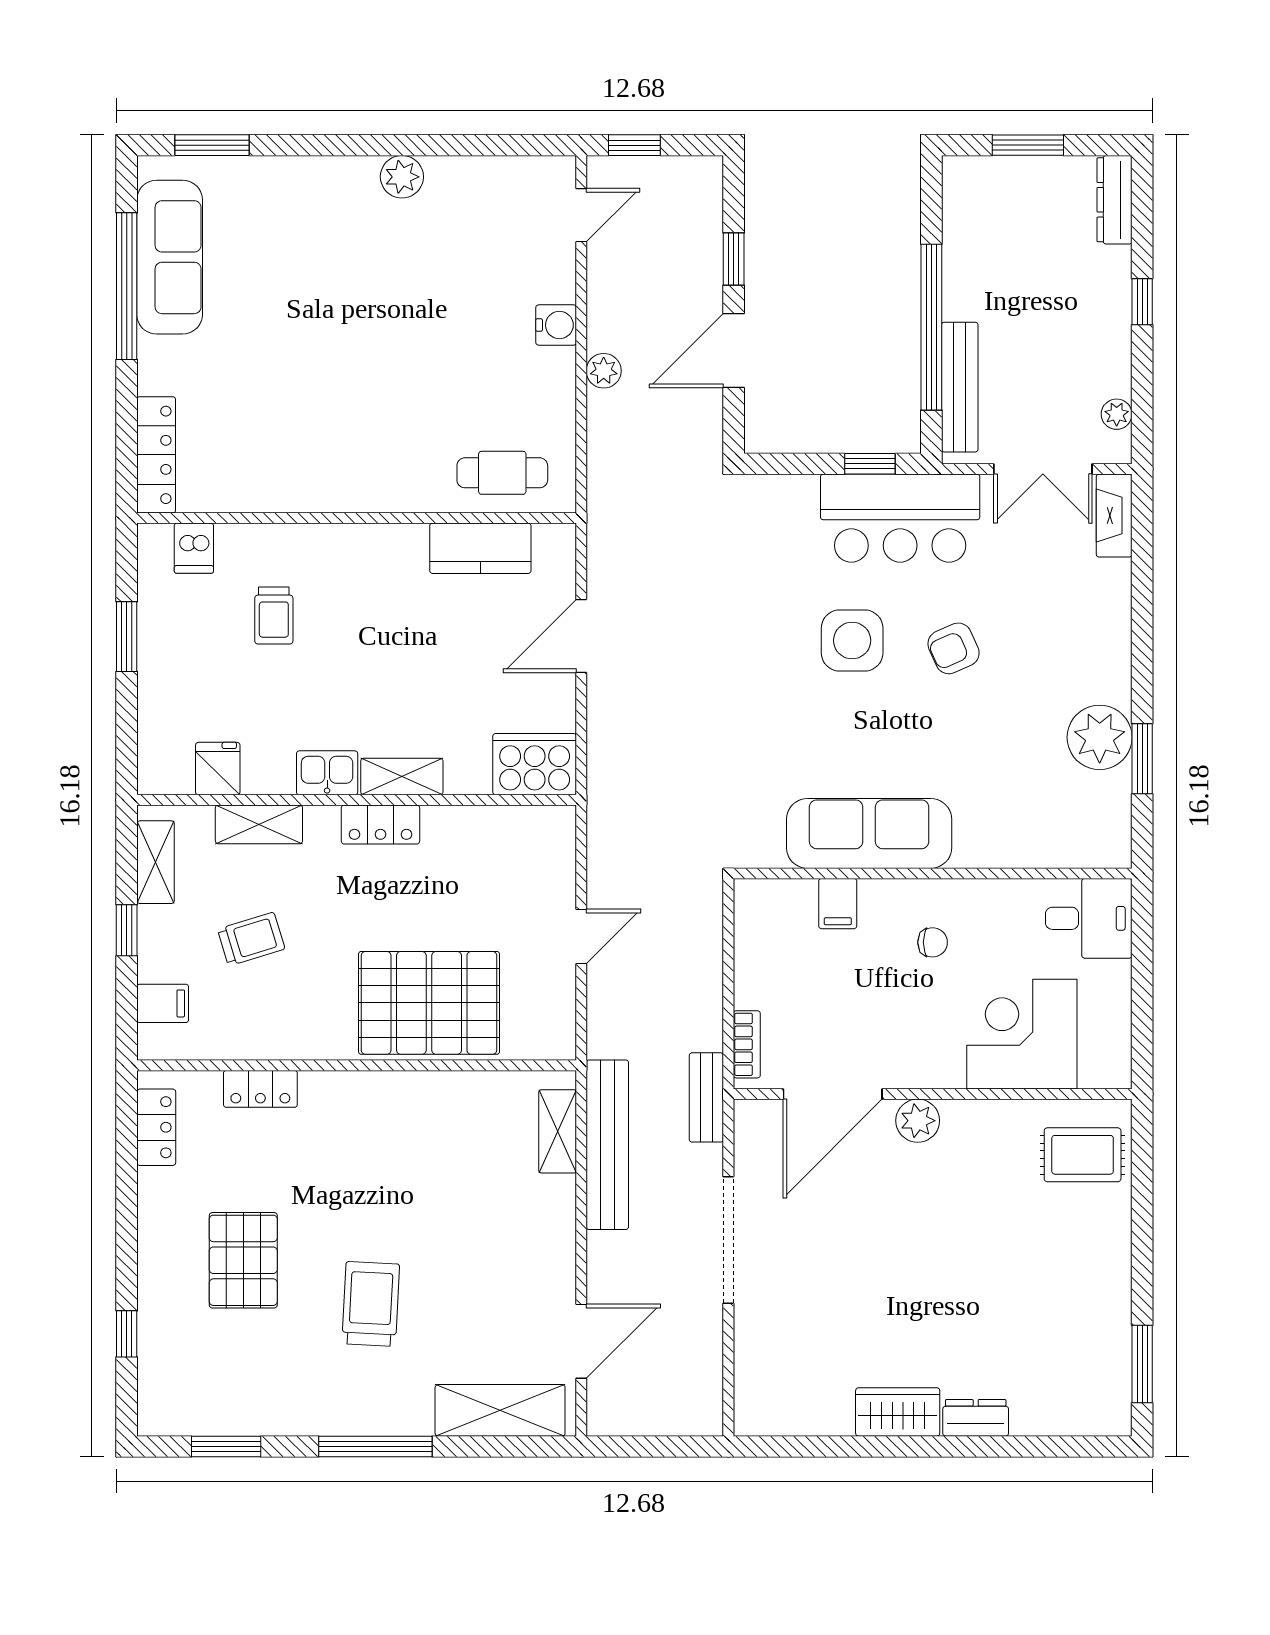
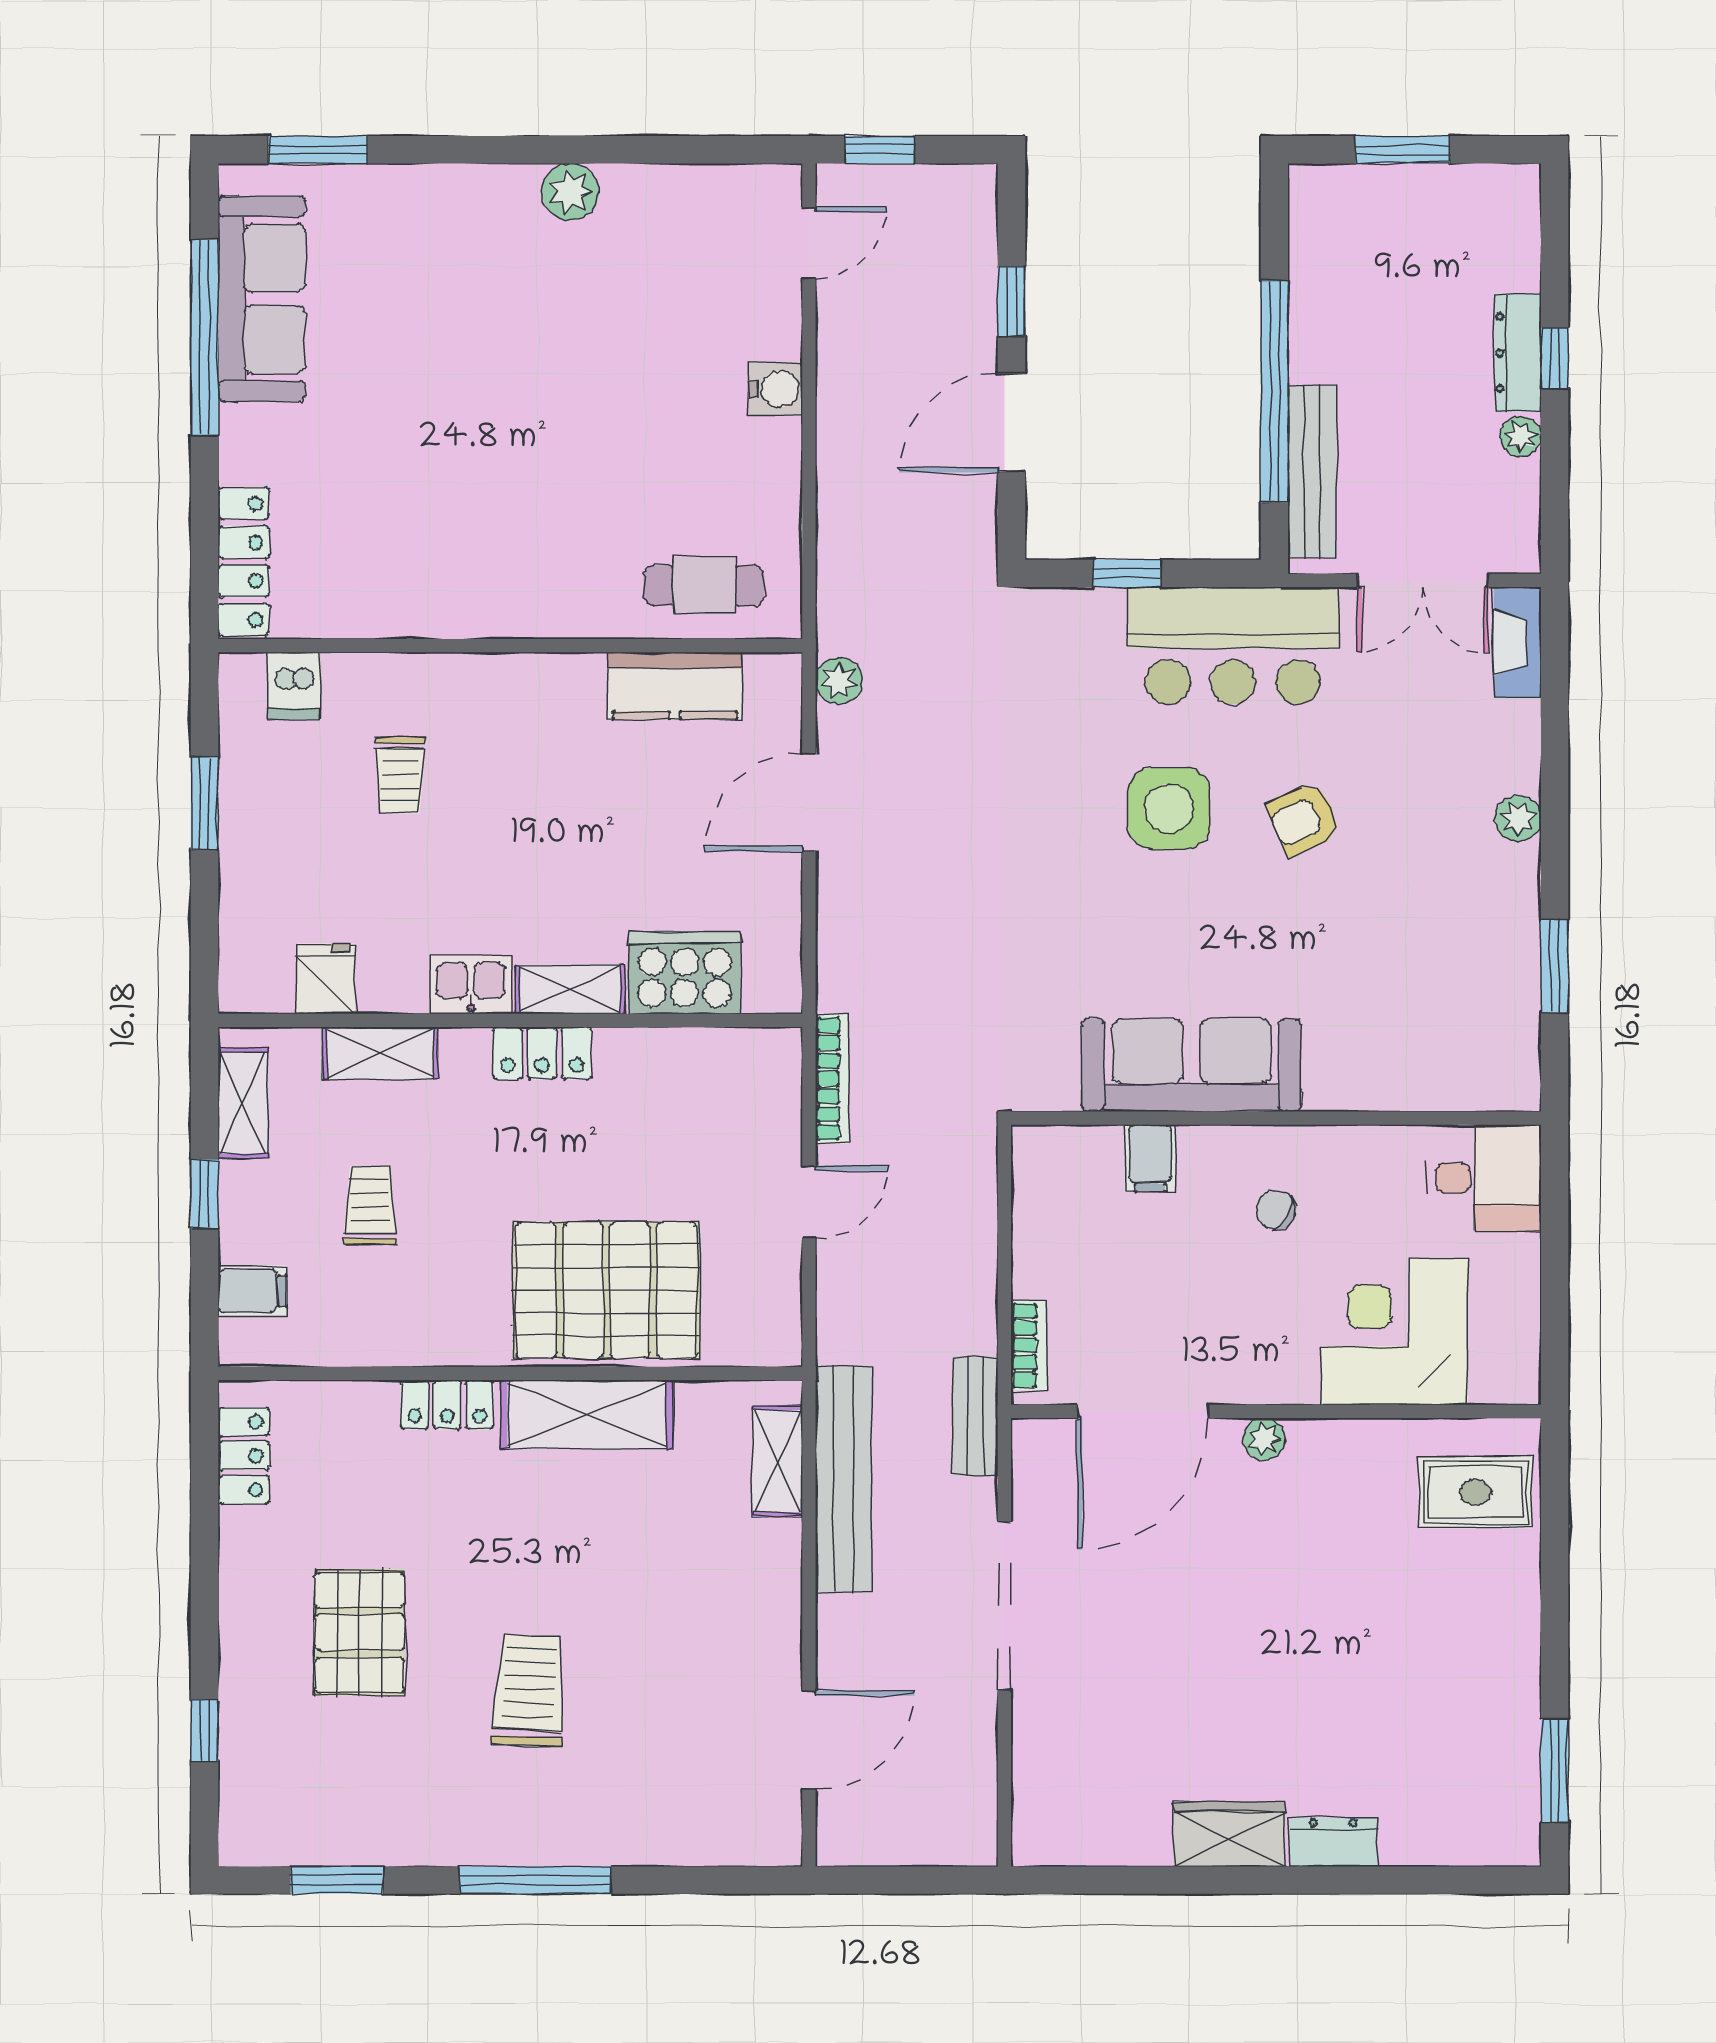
dresser: (1115, 200) -> (1518, 353), moved
plant: (604, 371) -> (839, 681), moved
plant: (1117, 414) -> (1521, 436), moved
window: (870, 464) -> (1127, 573), moved
plant: (1100, 737) -> (1518, 818), moved, width x0.53, depth x0.53
cooker: (535, 764) -> (685, 973), moved
bookcase: (599, 844) -> (832, 1078), added
trolley: (251, 939) -> (370, 1205), turned -73
chair: (933, 942) -> (1276, 1210), turned -151
locker: (260, 1089) -> (447, 1405), moved
plant: (918, 1121) -> (1264, 1439), width x0.73, depth x0.73
shelving: (500, 1410) -> (587, 1414), moved

